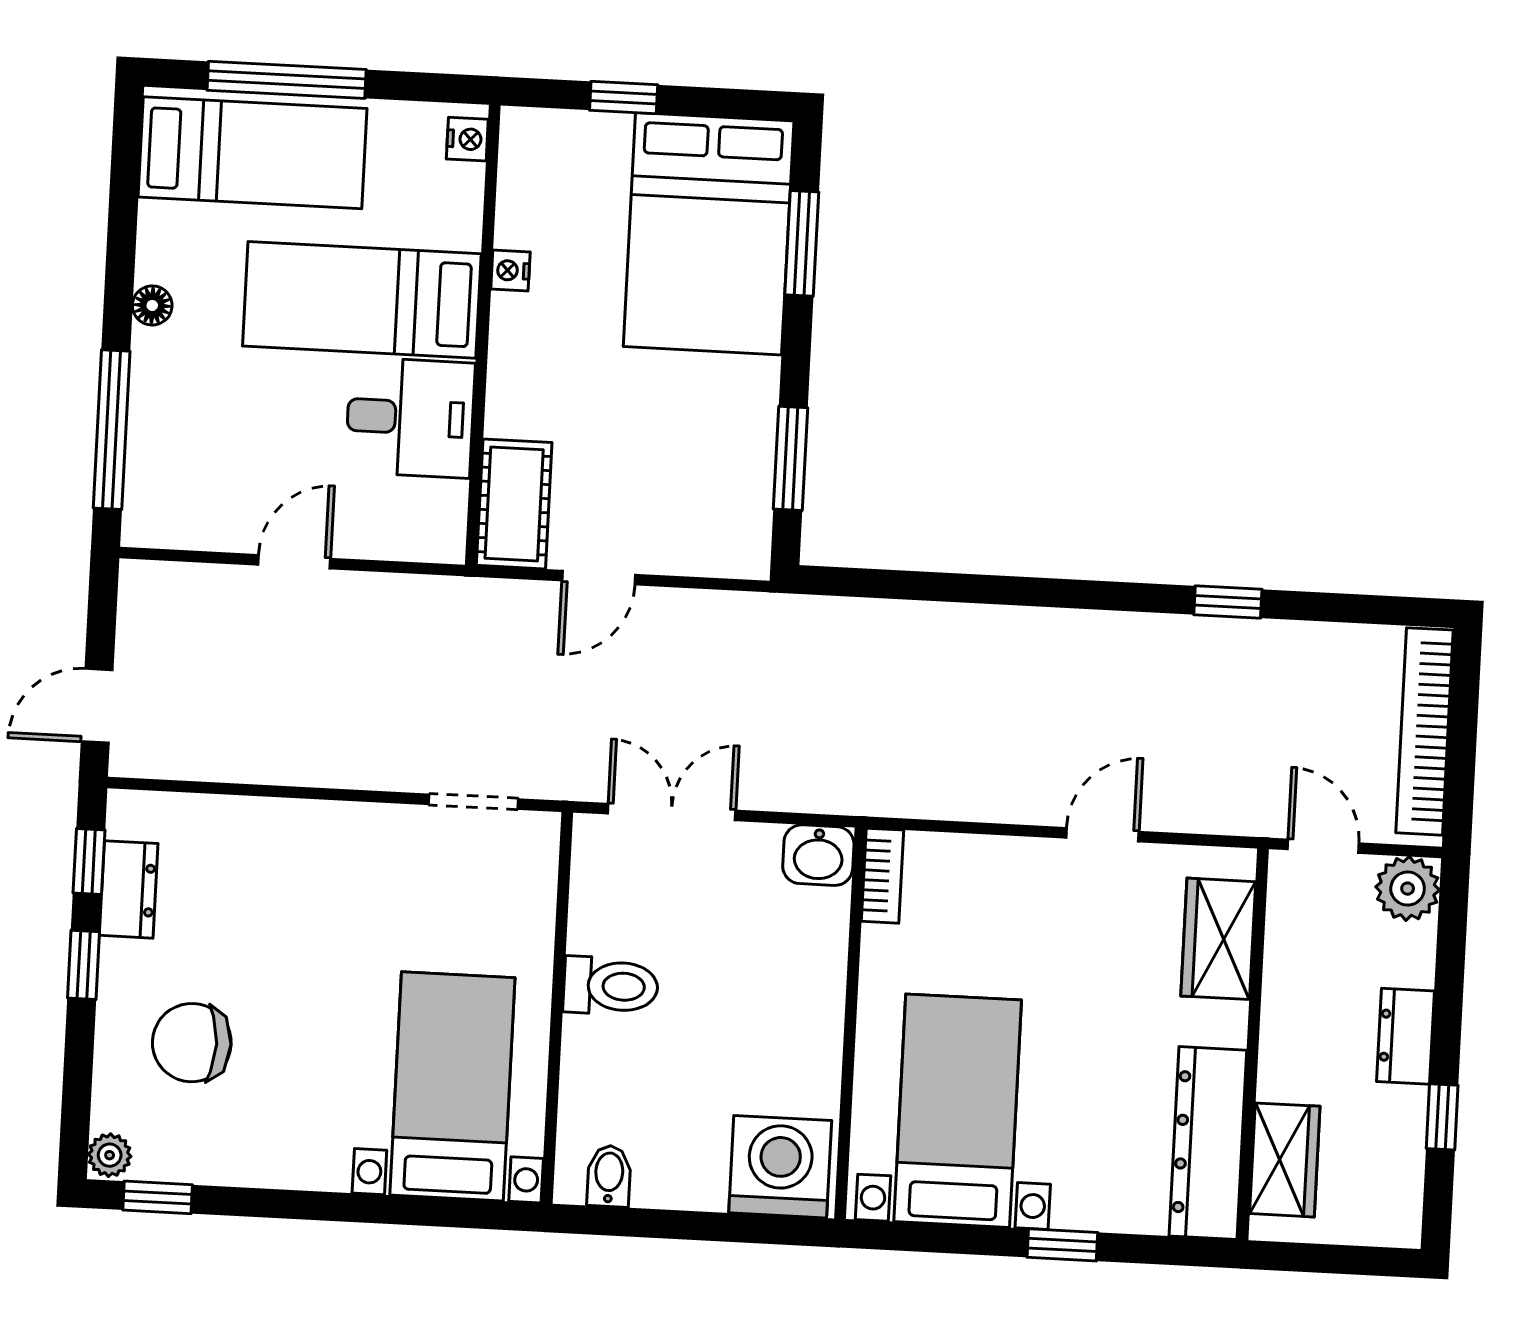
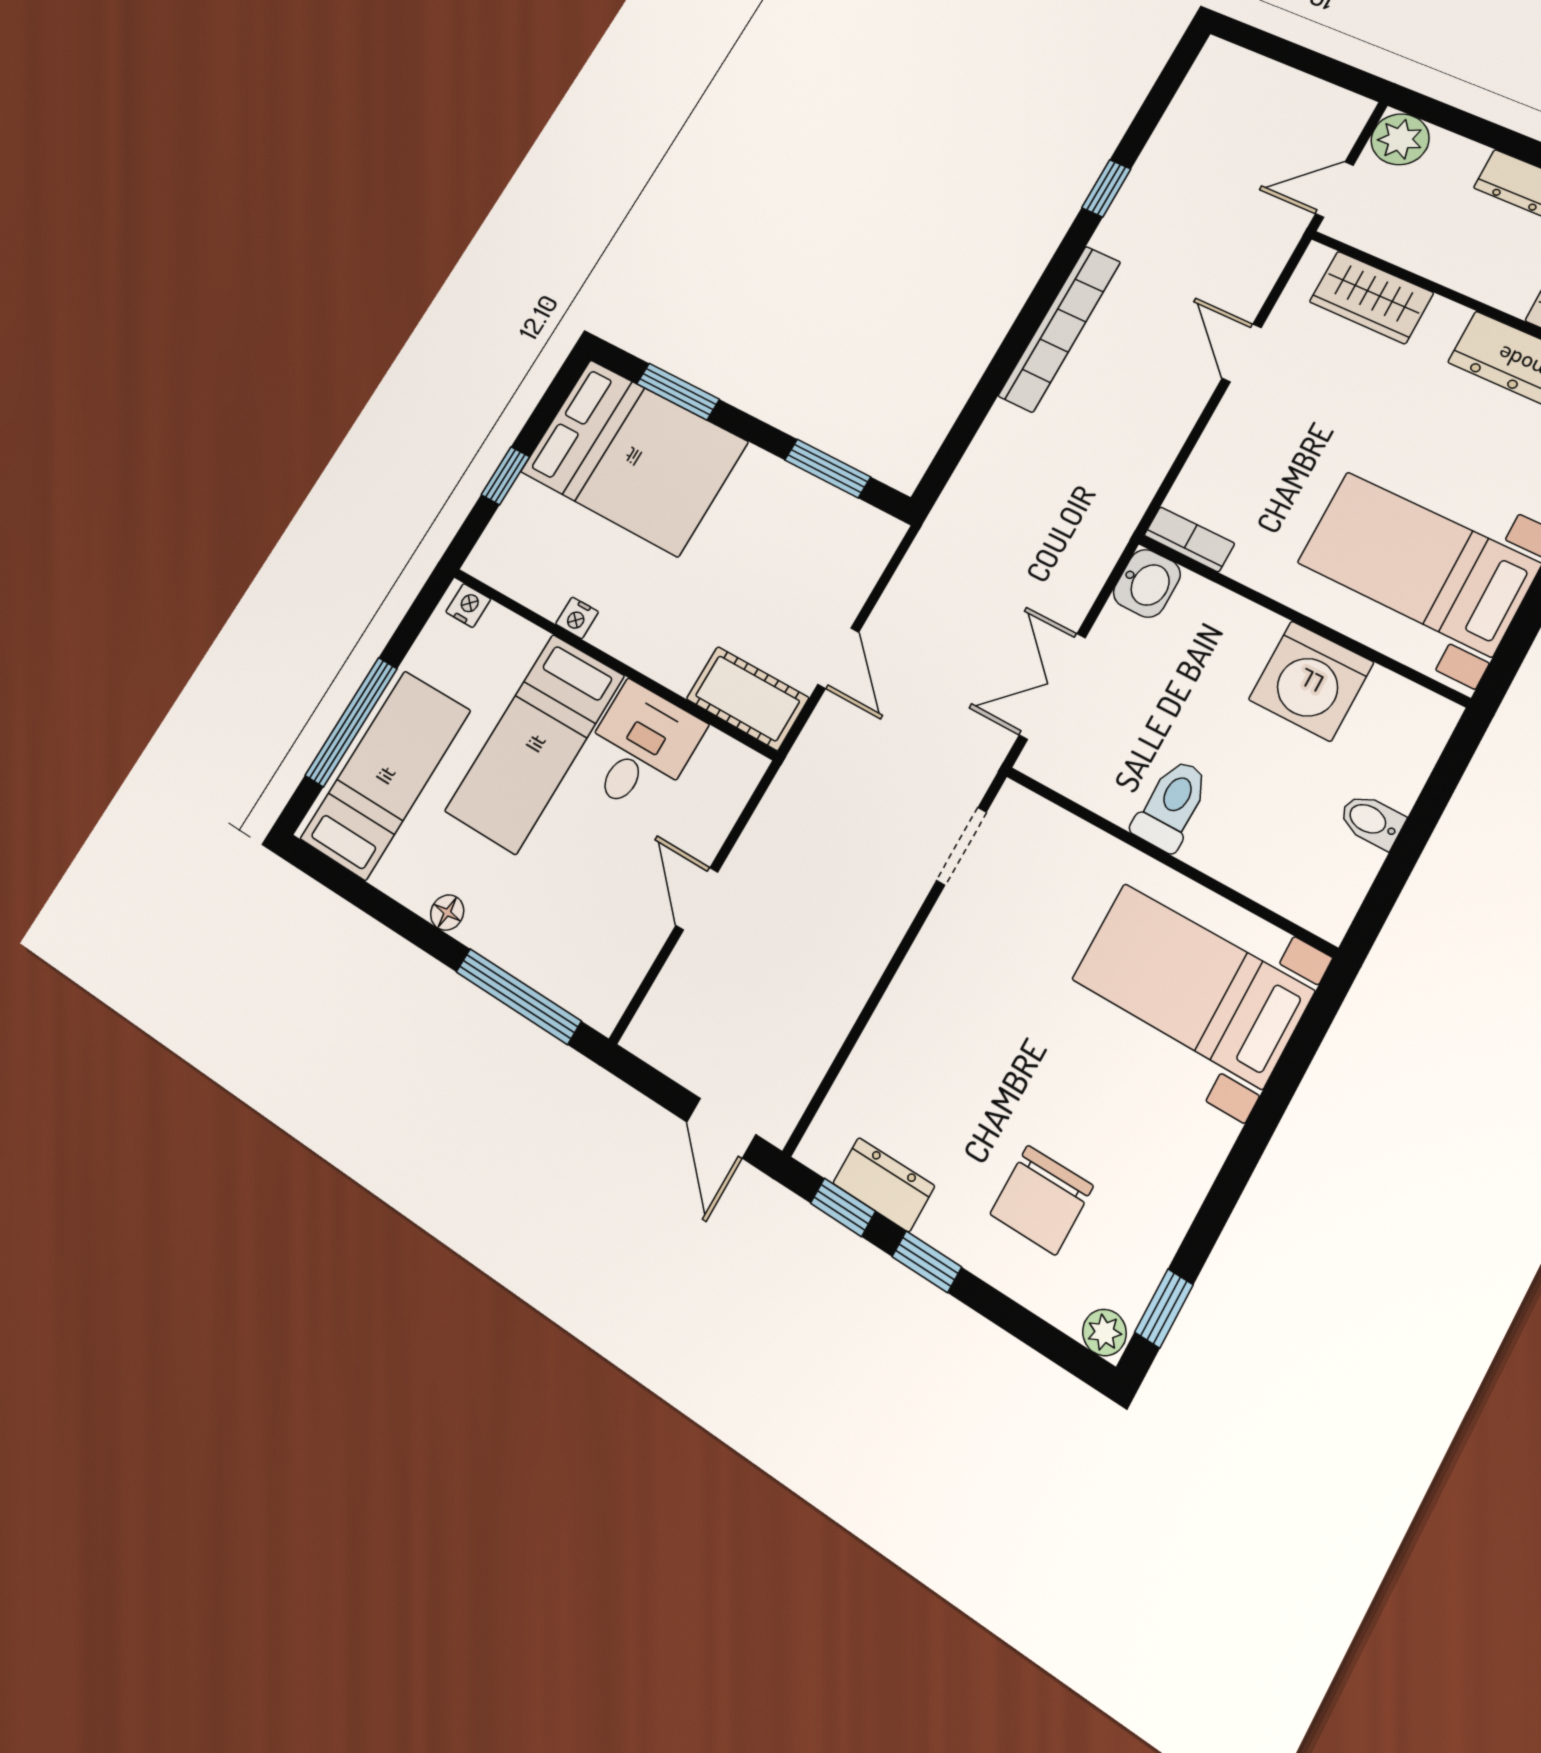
bookcase: (1425, 731) -> (1059, 329), moved, turned -90
washing machine: (780, 1167) -> (1311, 681), moved, turned -90
bidet: (609, 1176) -> (1372, 821), moved

